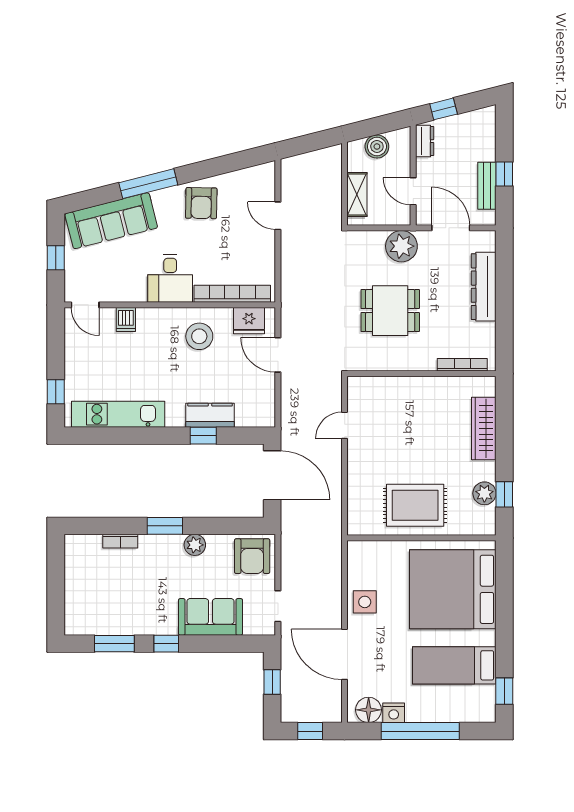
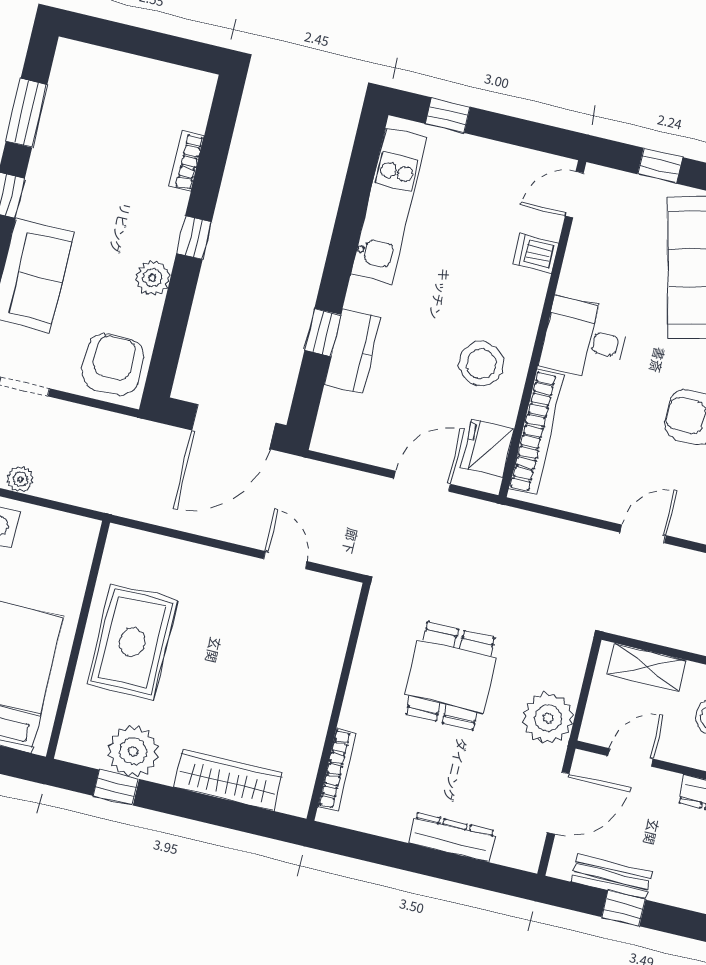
dresser: (484, 287) -> (452, 837), width x0.73, depth x0.80
plant: (484, 493) -> (133, 751), width x1.36, depth x1.36
window: (165, 526) -> (194, 238), width x0.67
armchair: (252, 556) -> (113, 364), turned 90
plant: (334, 595) -> (20, 479), added

